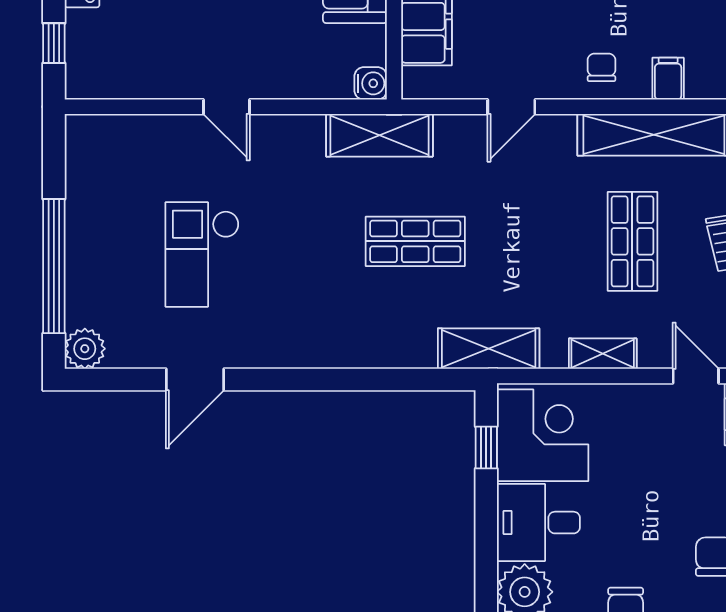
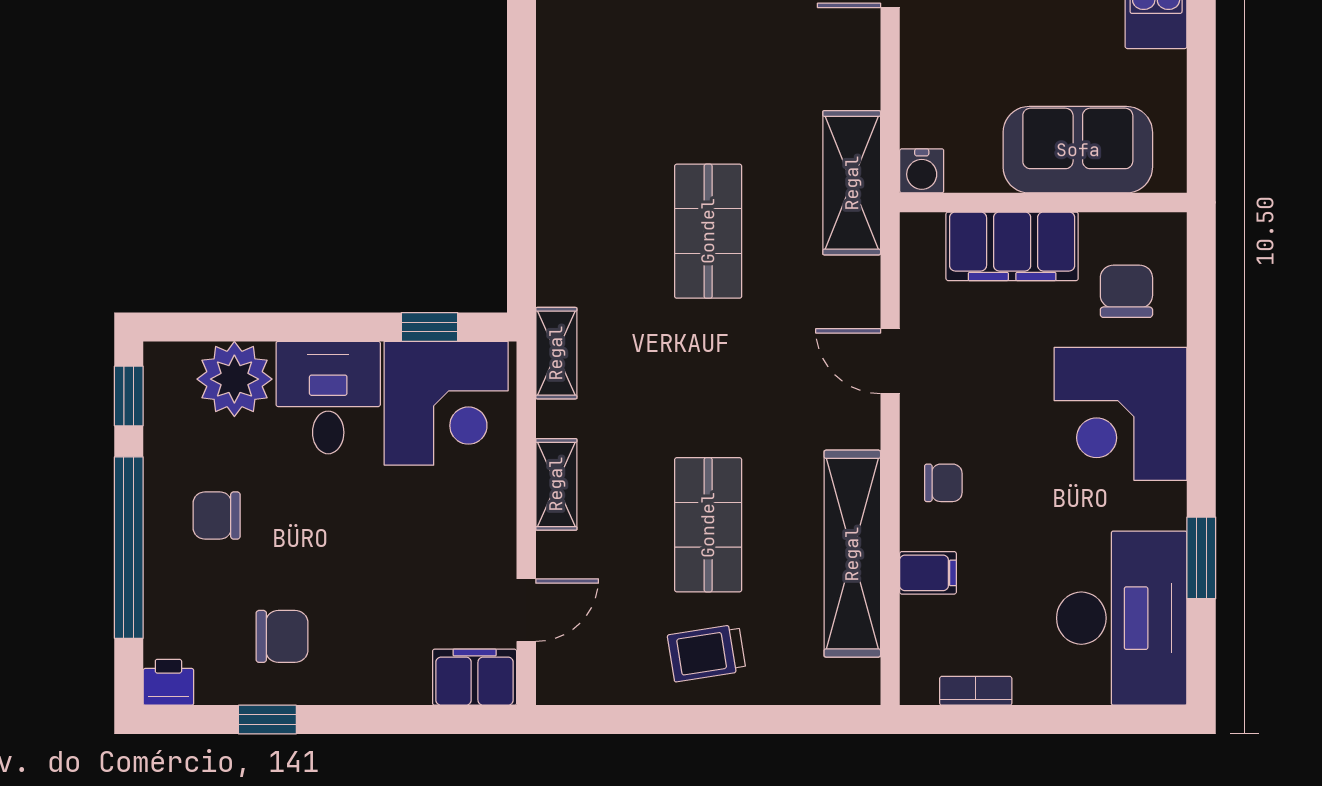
shop shelf: (632, 241) -> (708, 525), turned 90
shelving: (489, 349) -> (556, 353), width x0.67, depth x0.75

